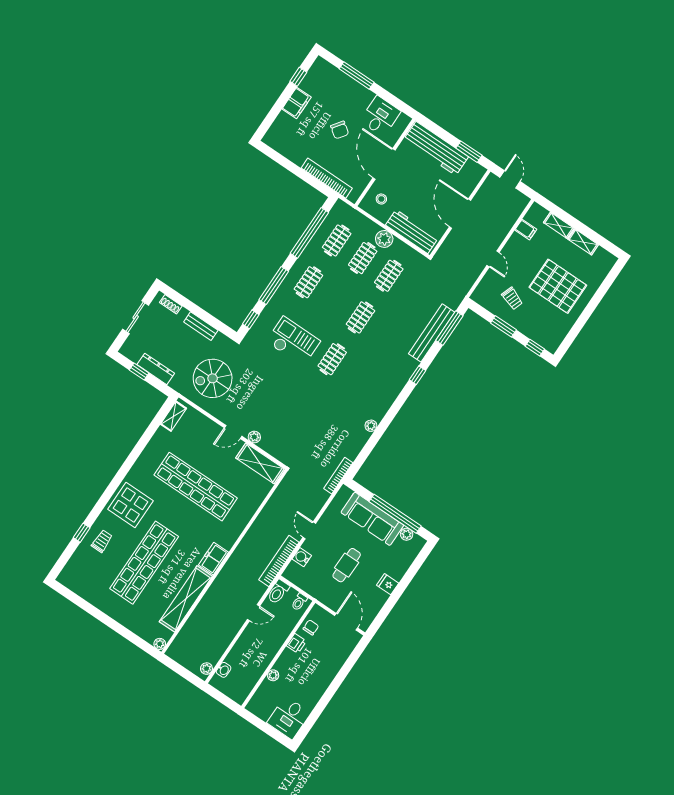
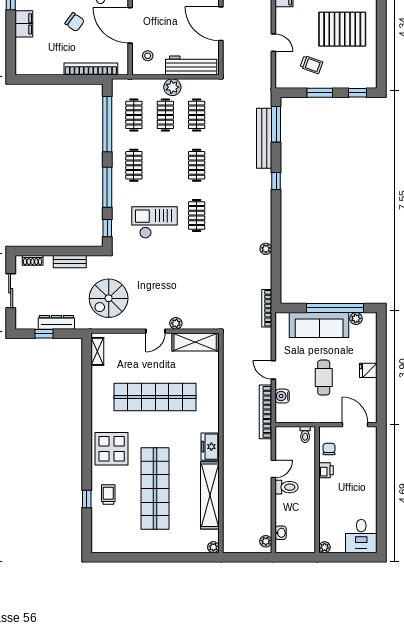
toilet: (278, 592) -> (287, 487), moved, turned -90
plant: (273, 675) -> (325, 547), moved

